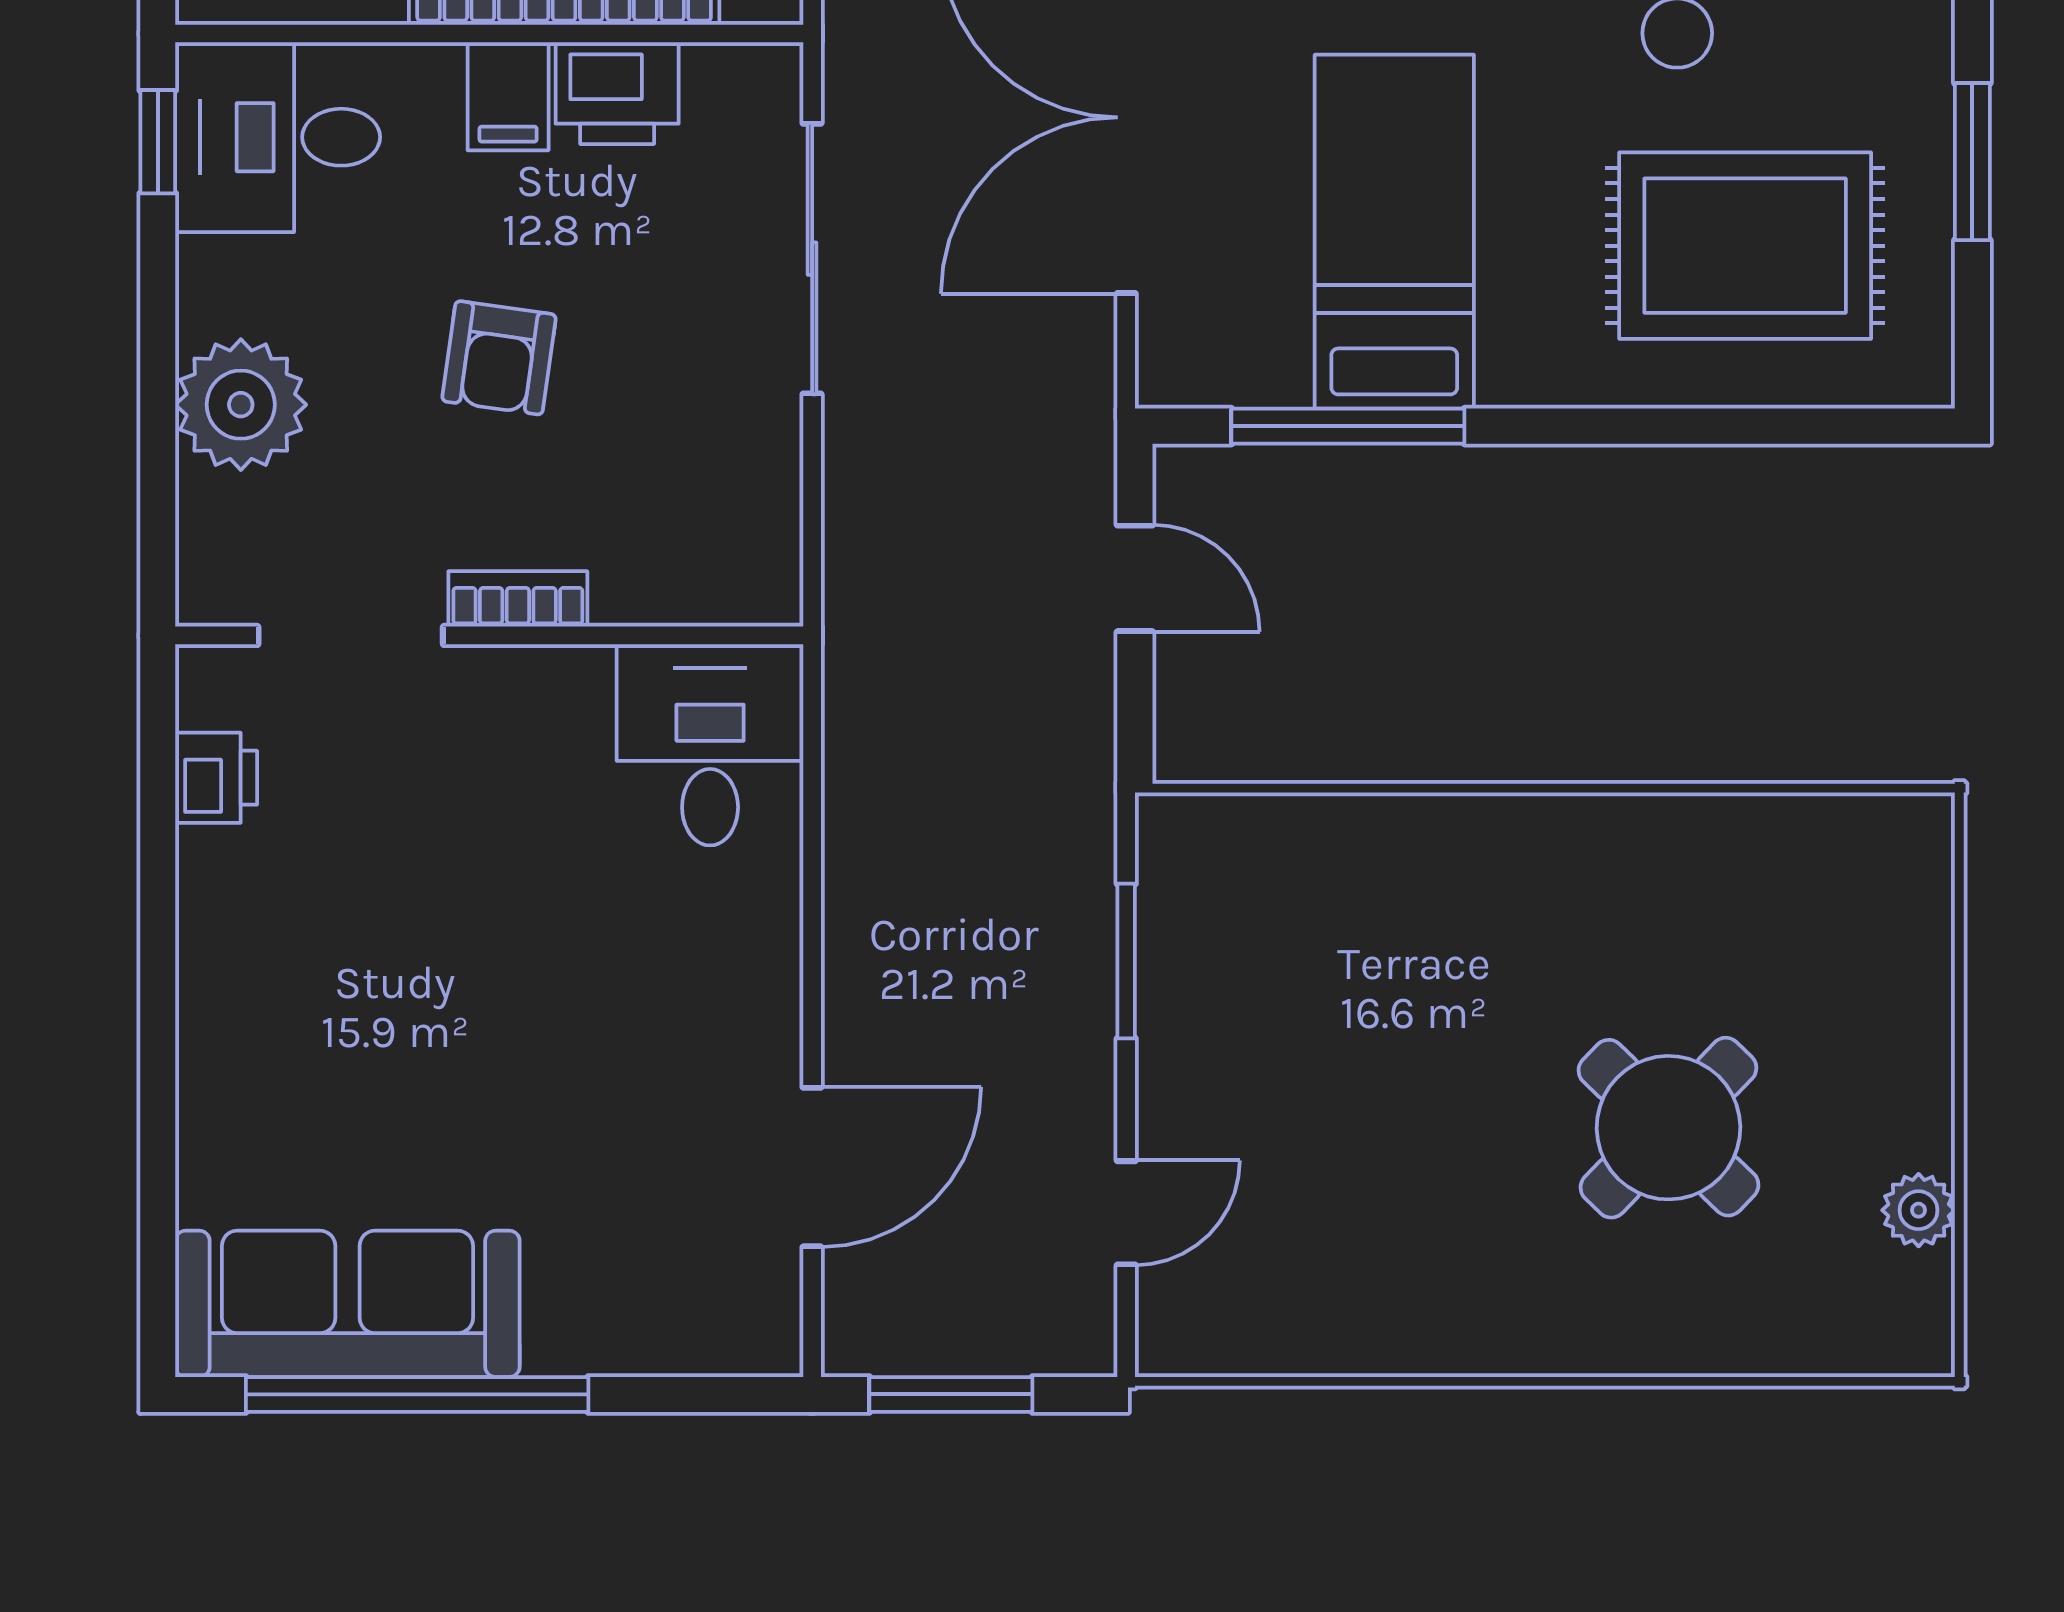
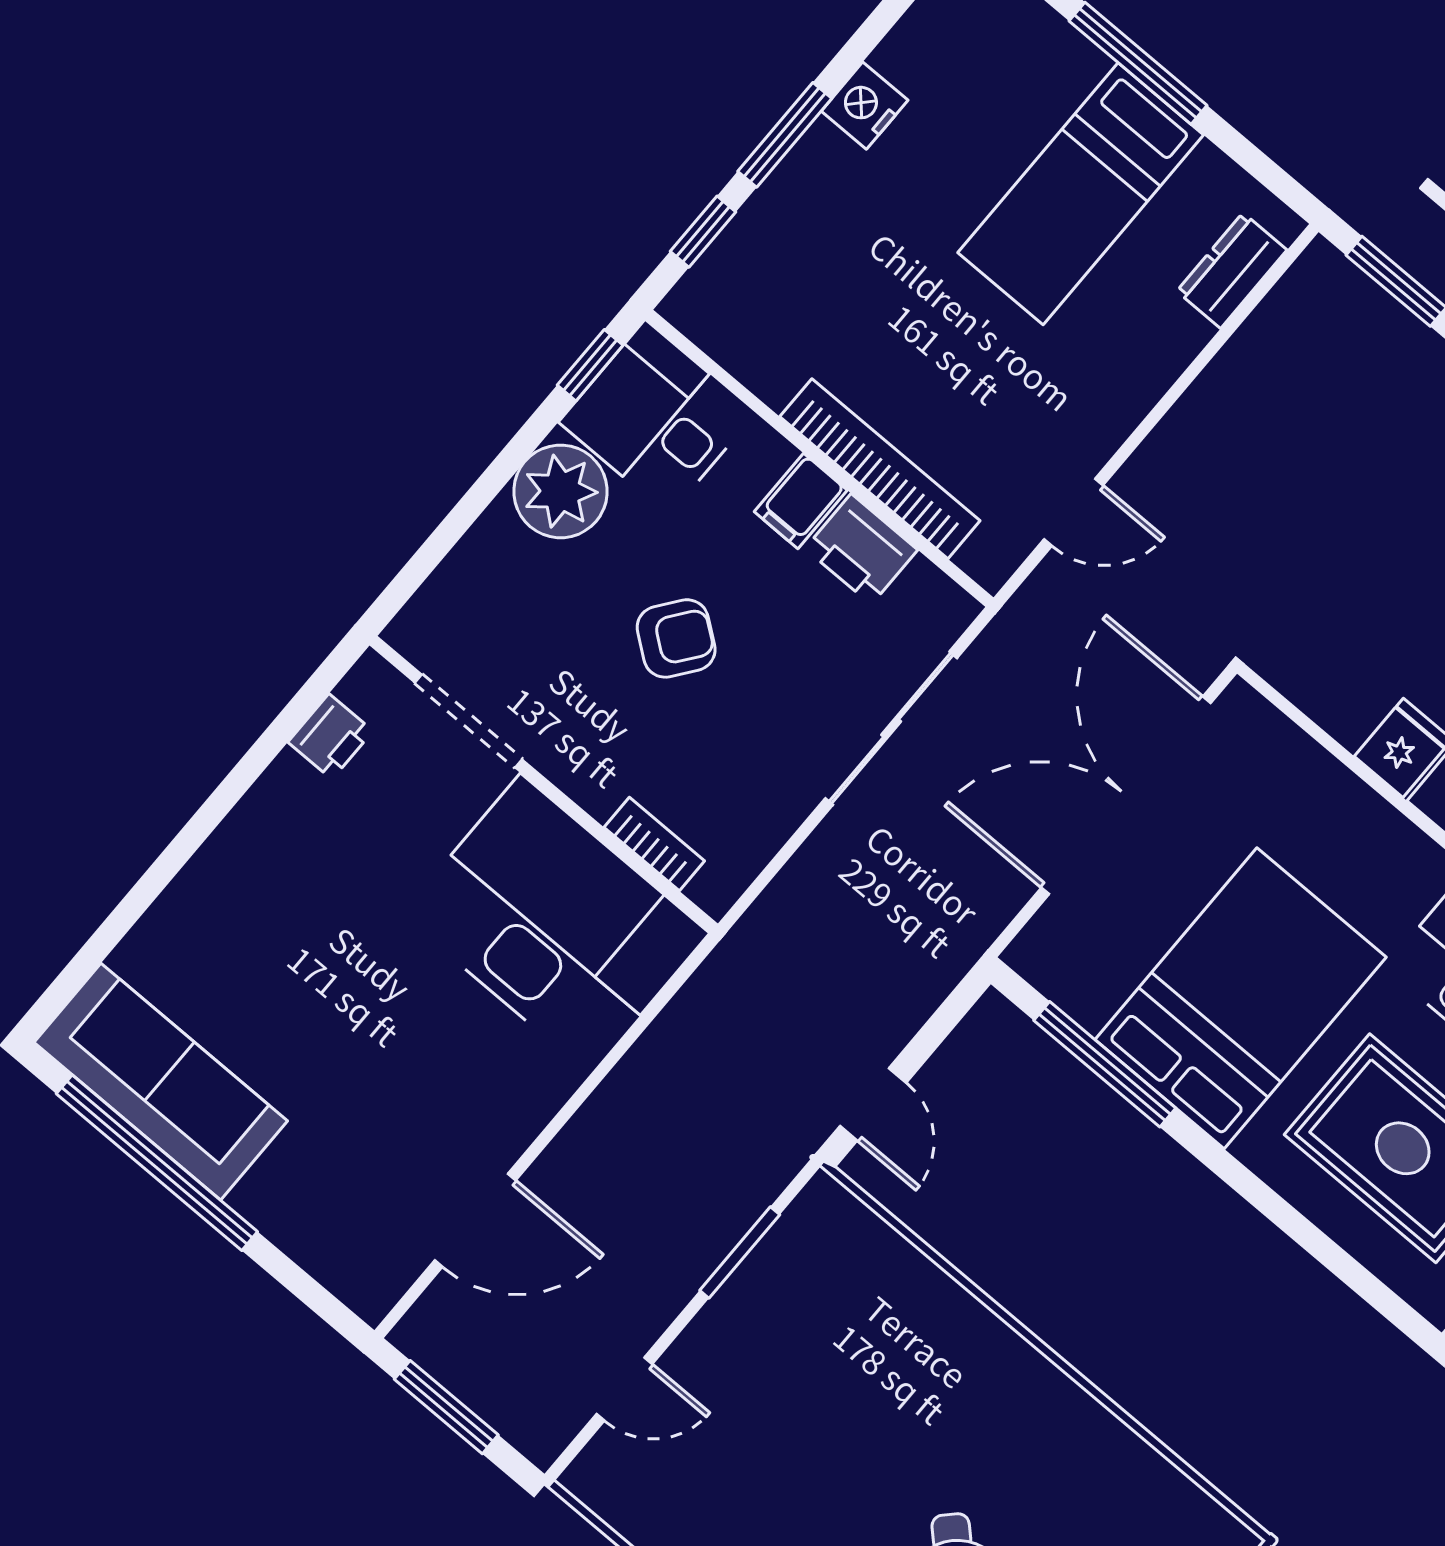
bed: (1394, 232) -> (1241, 998), width x1.50
armchair: (499, 358) -> (676, 638), turned -151
plant: (241, 405) -> (560, 491), moved
door: (1135, 578) -> (873, 1104), moved
bookcase: (518, 599) -> (654, 844), moved
desk: (710, 745) -> (555, 924), width x1.87, depth x1.30

